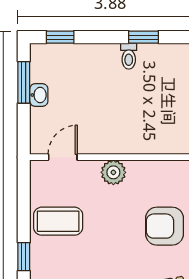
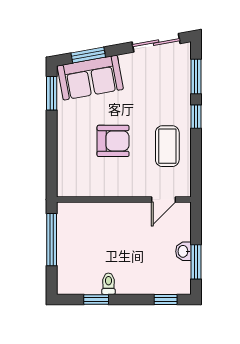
plant: (113, 172) -> (121, 187), removed
coffee table: (58, 221) -> (167, 146), turned 90
armchair: (164, 226) -> (113, 141), moved

